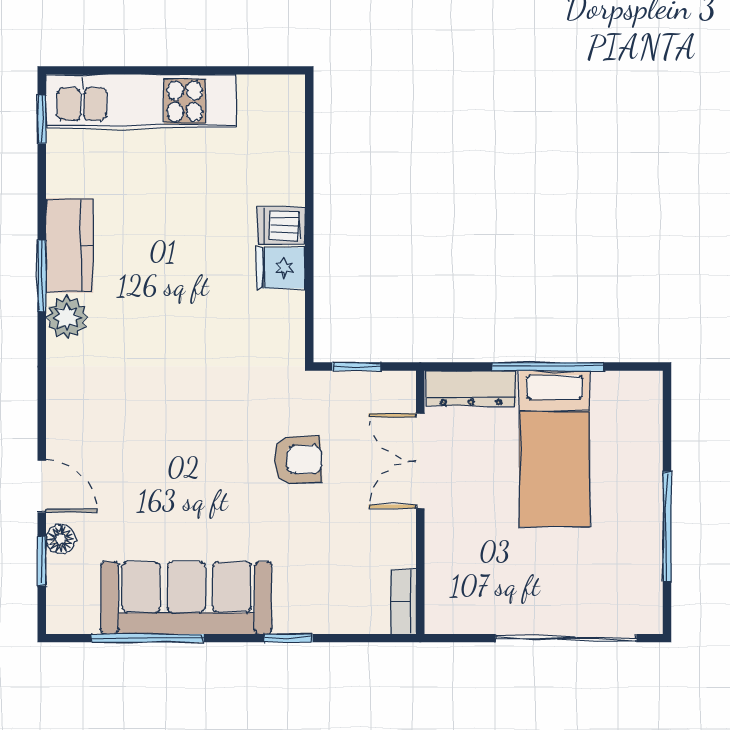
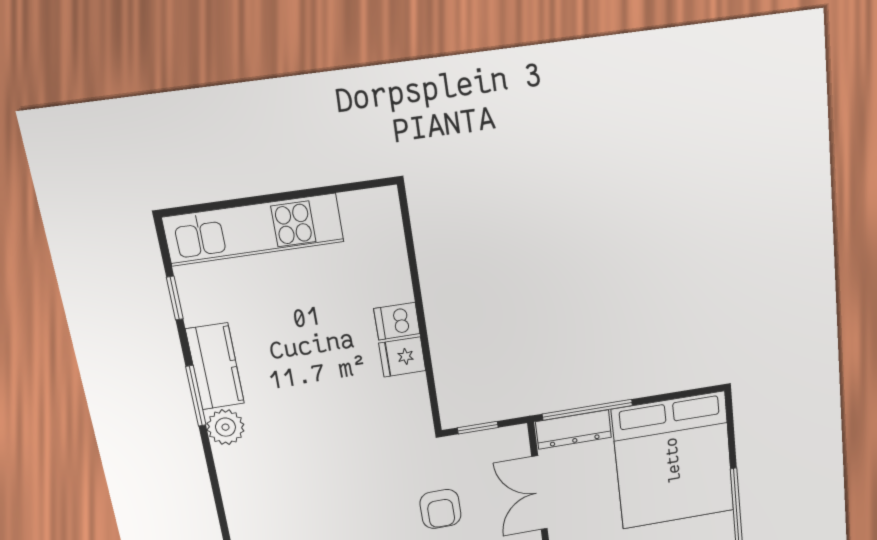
window: (42, 119) -> (175, 298), moved
window: (547, 367) -> (587, 410), moved
bed: (555, 449) -> (673, 460), width x2.04
armchair: (298, 460) -> (440, 509), turned 93

